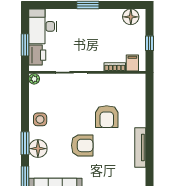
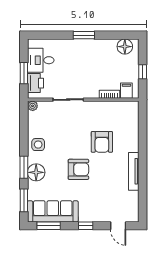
desk: (43, 26) -> (41, 60), width x0.73

